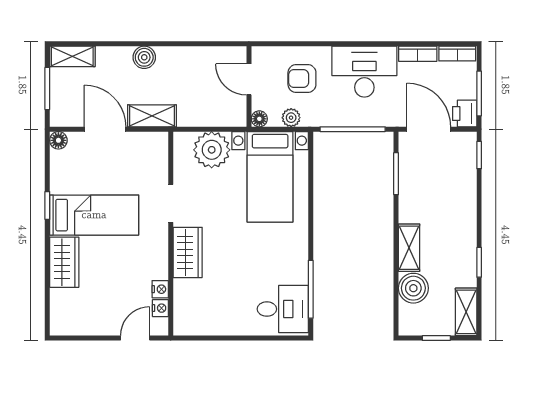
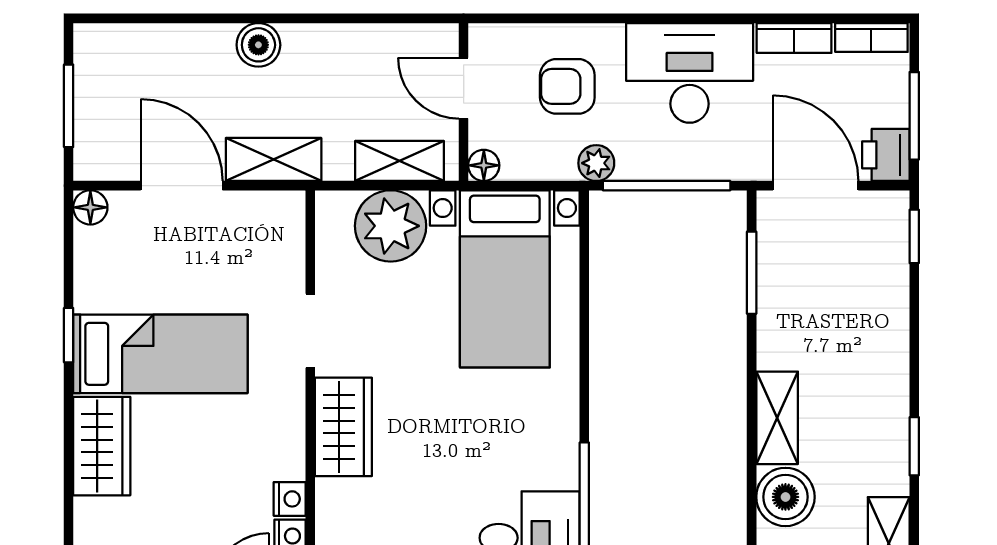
shelving: (72, 56) -> (400, 161), moved
plant: (291, 118) -> (596, 163), moved

